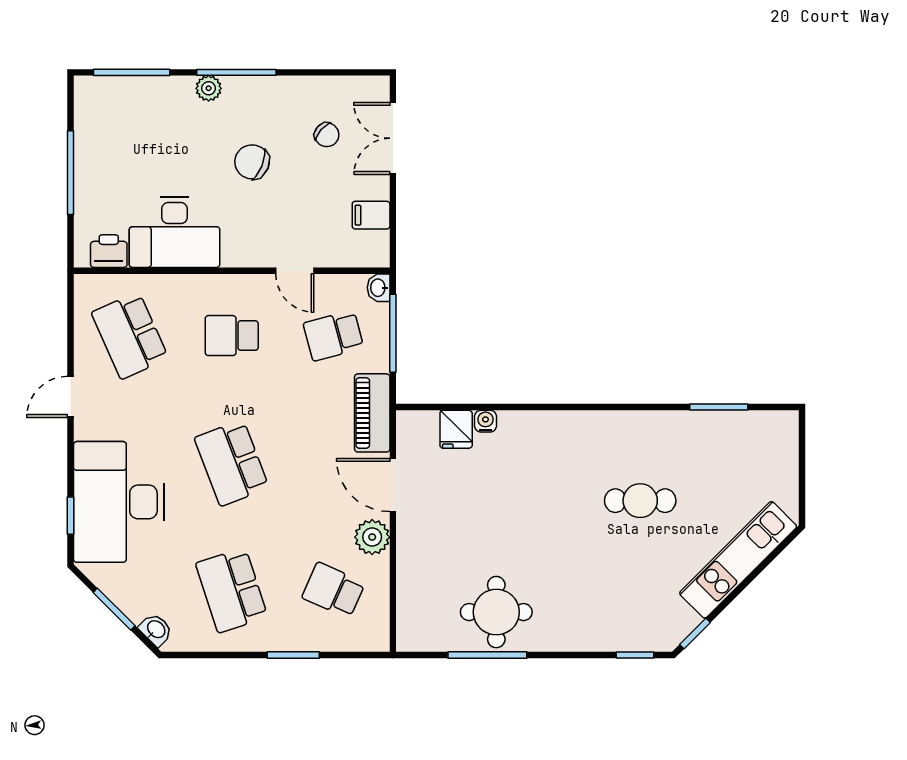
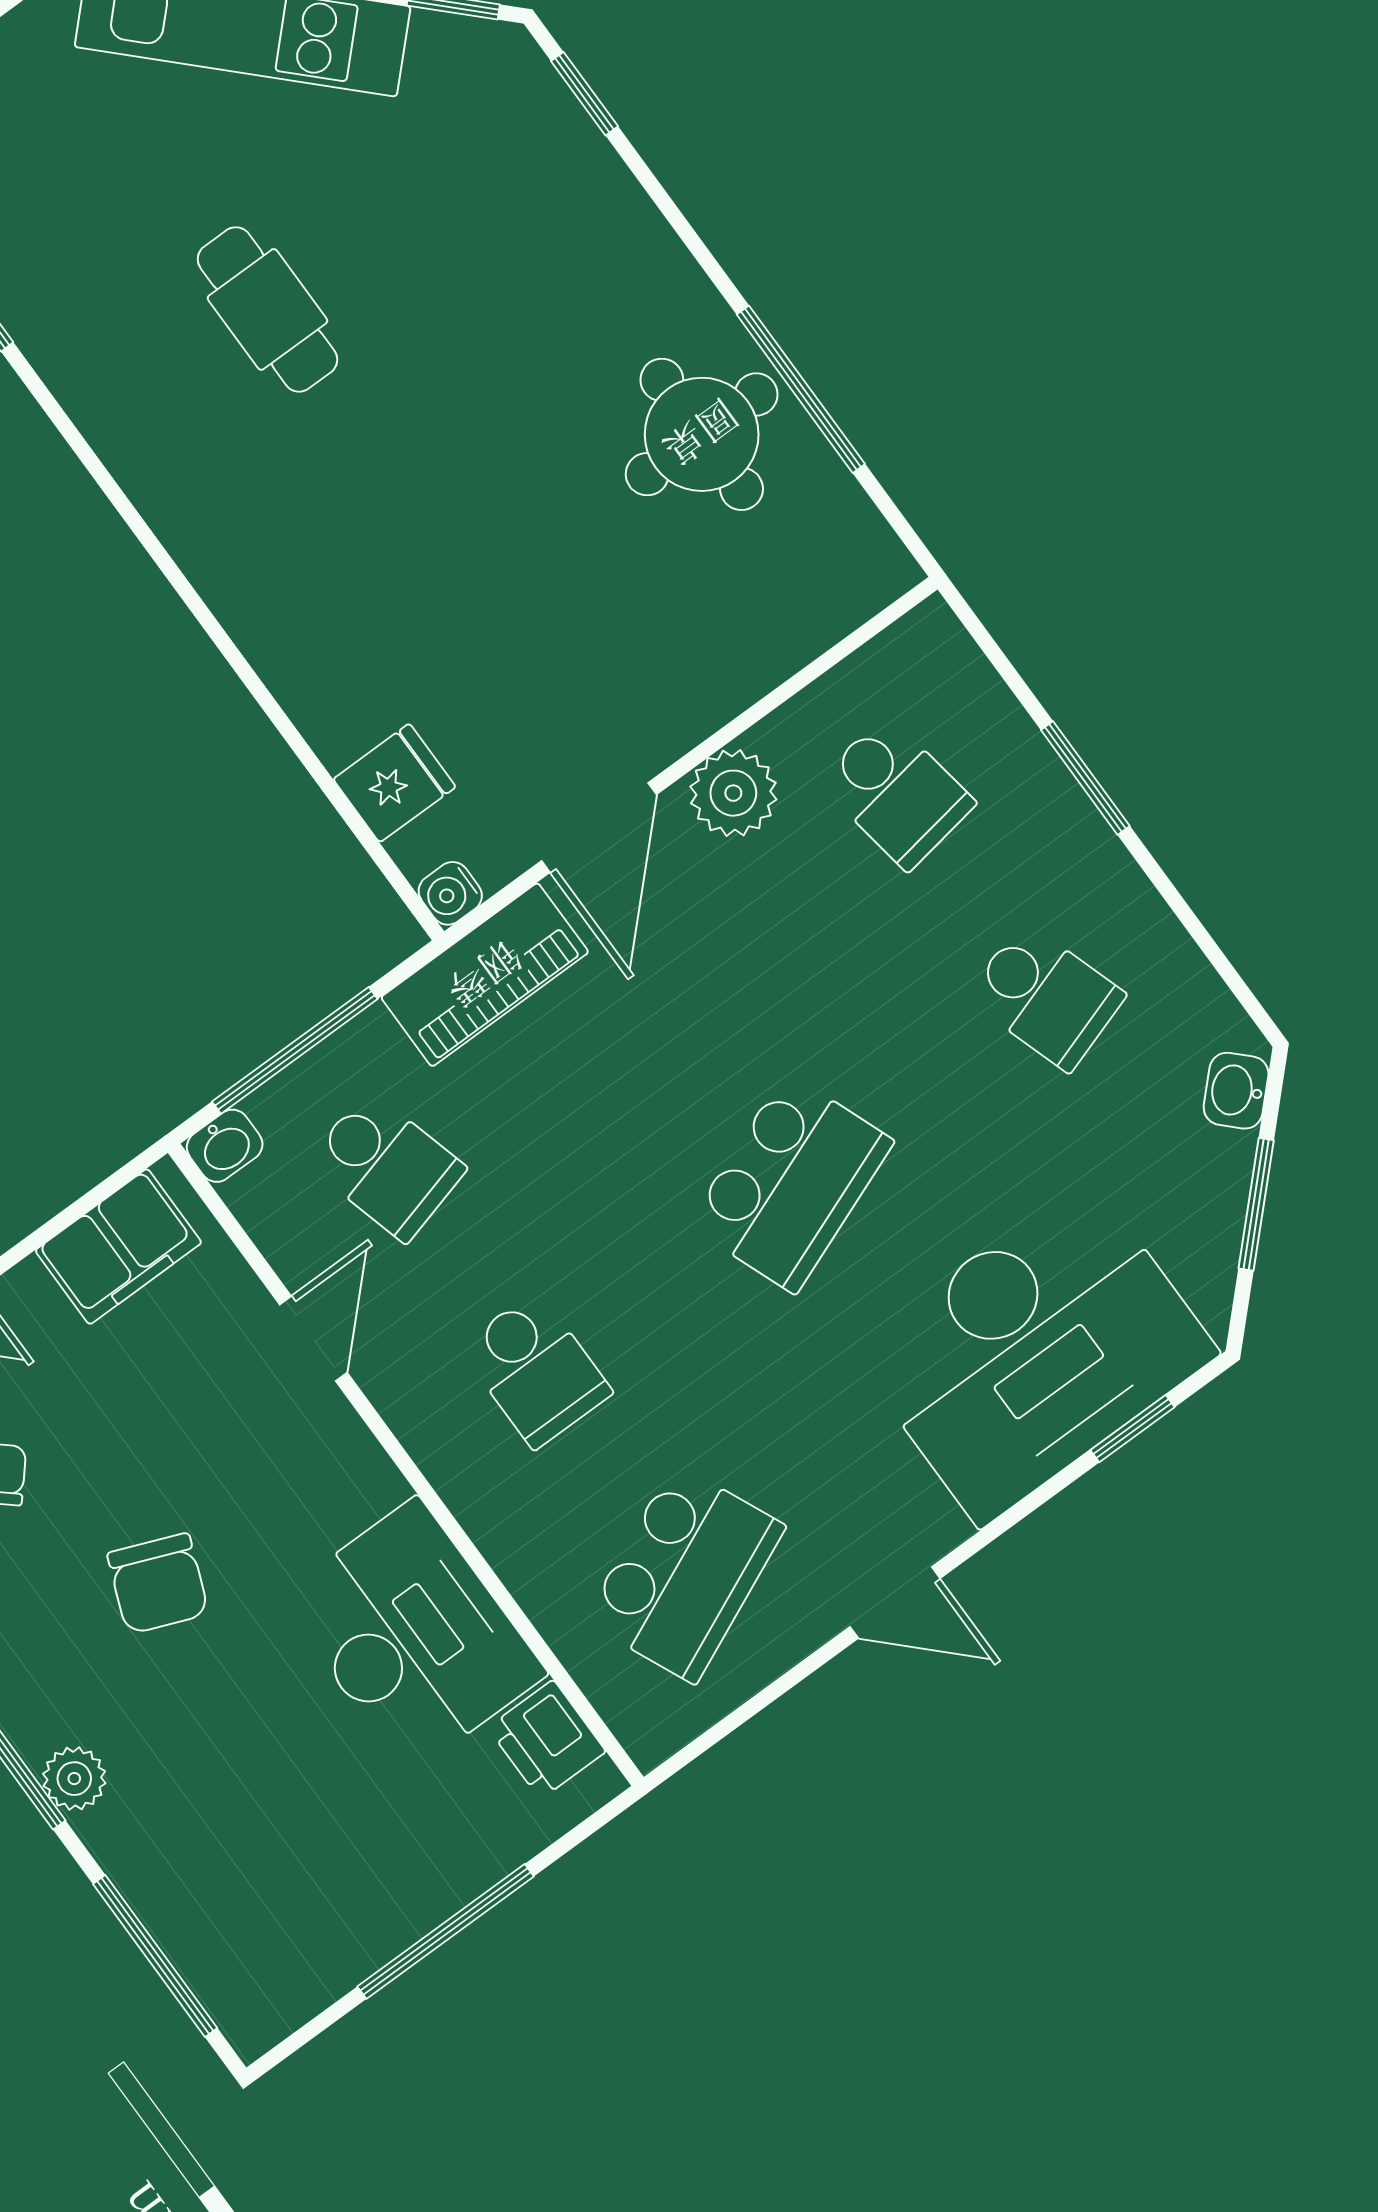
filing cabinet: (371, 215) -> (118, 1247), width x2.00
water cooler: (485, 421) -> (450, 893), moved
school desk: (232, 590) -> (1046, 996), width x0.54
school desk: (333, 590) -> (897, 793), turned -33

